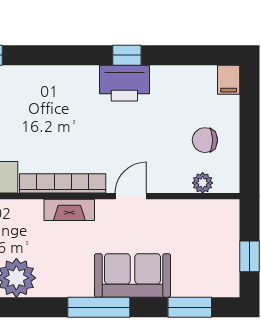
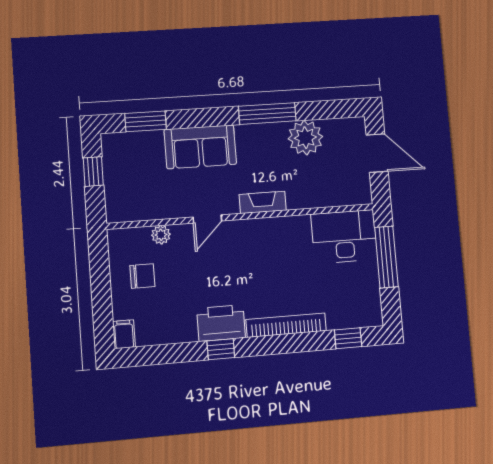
bookcase: (63, 183) -> (286, 325), moved, turned 180
plant: (203, 183) -> (161, 235), moved
window: (99, 307) -> (267, 114), moved

